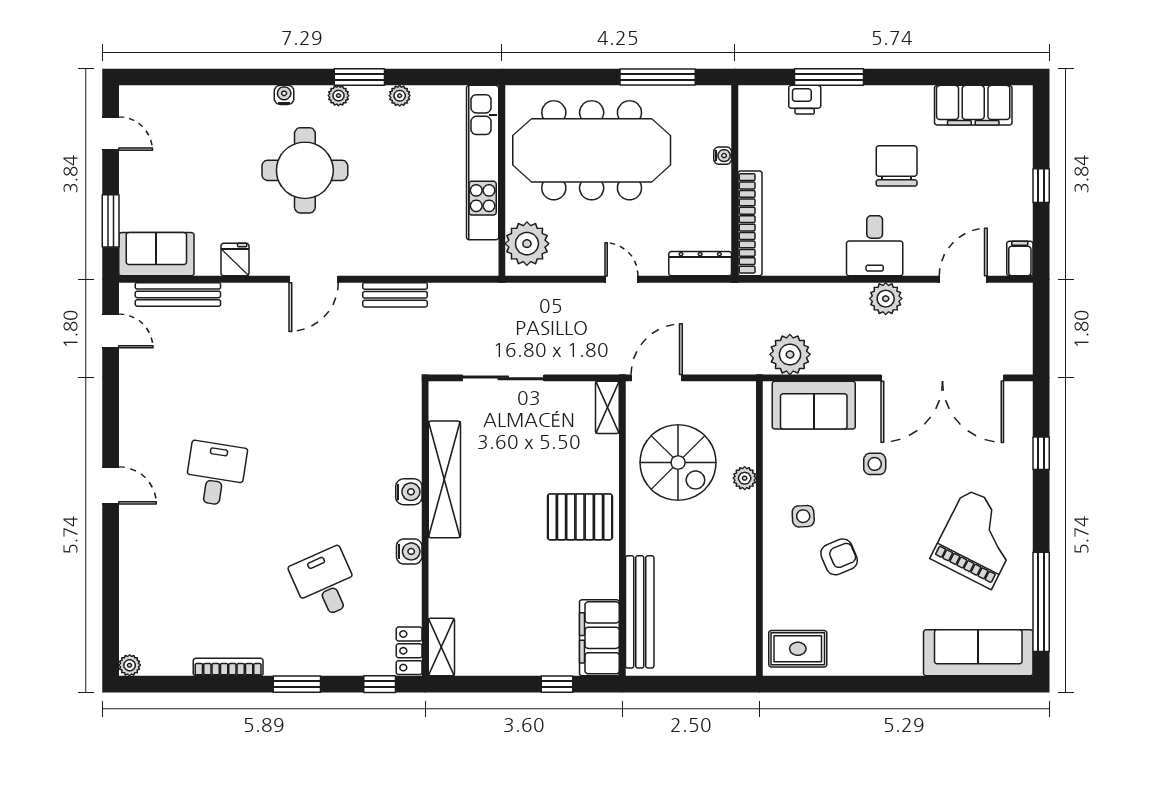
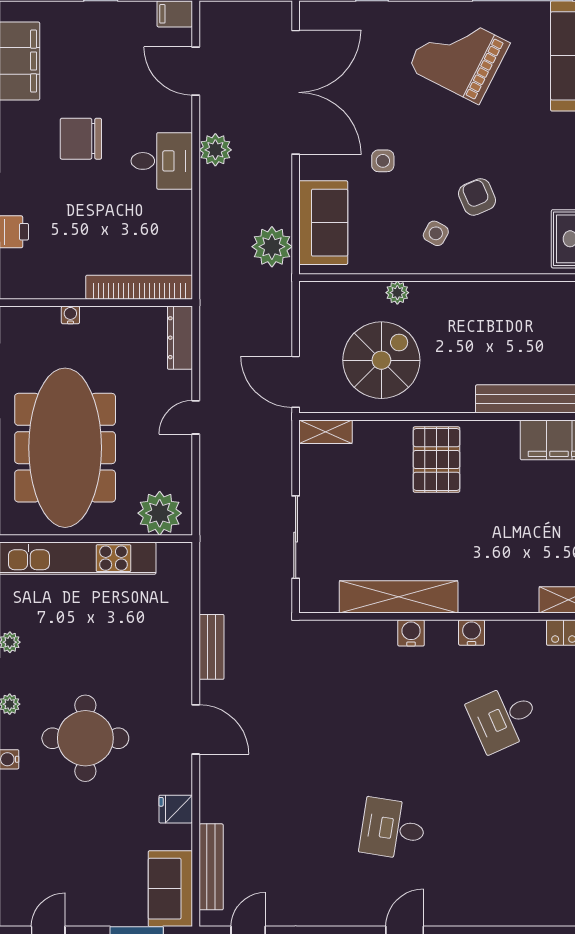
side table: (803, 516) -> (436, 233), turned 32

